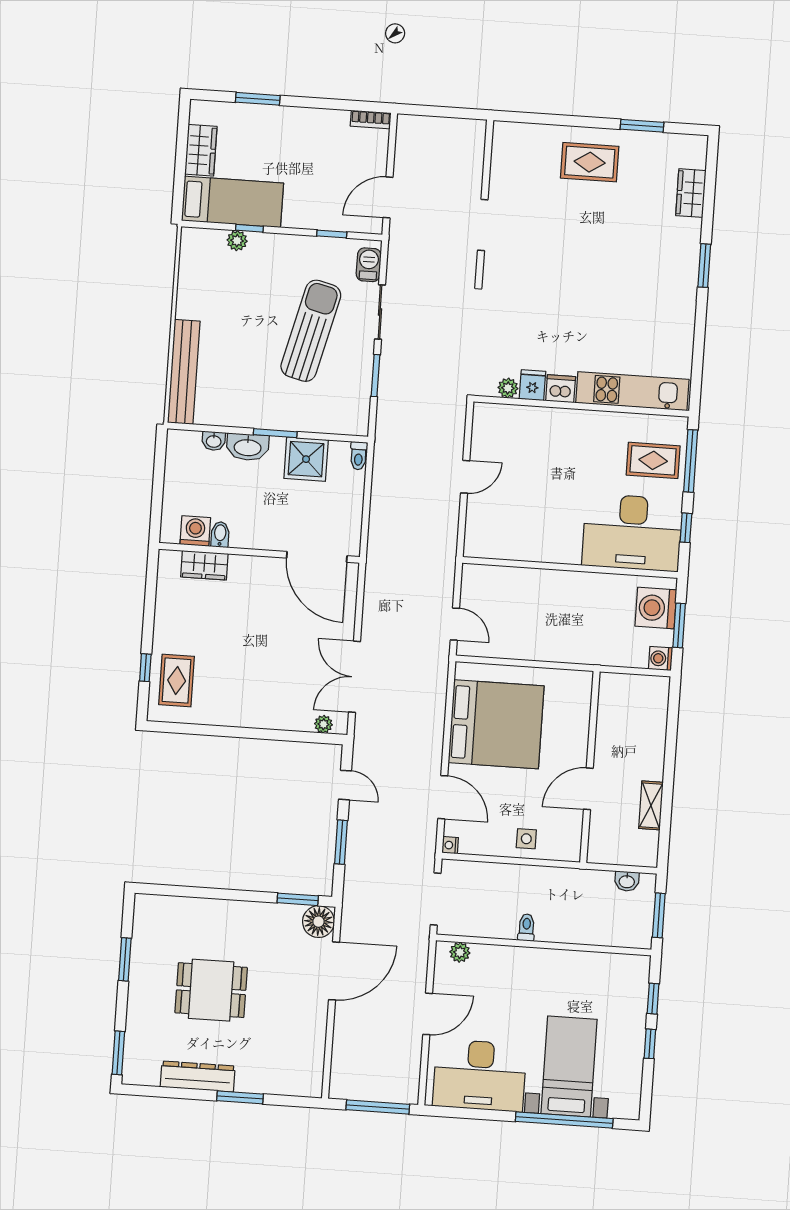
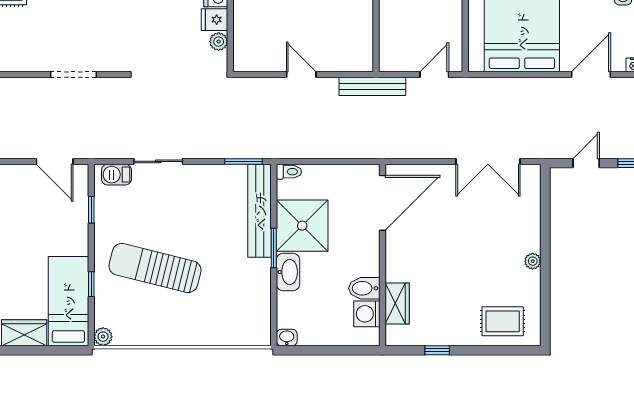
plant: (237, 241) -> (103, 337), moved
sun lounger: (311, 331) -> (155, 268), moved
bench: (184, 372) -> (260, 211), moved, turned 90
window: (376, 376) -> (244, 161), moved
washbasin: (214, 441) -> (287, 338), moved, turned -90
shower: (306, 459) -> (302, 226), width x1.37, depth x1.37
bidet: (220, 534) -> (364, 288), width x1.38, depth x1.36
bench: (446, 555) -> (372, 86), added
window: (145, 668) -> (437, 350), moved
plant: (323, 724) -> (533, 261), moved

